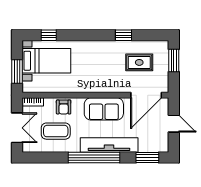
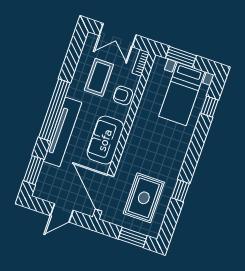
rug: (139, 62) -> (144, 198), width x1.36, depth x1.43

